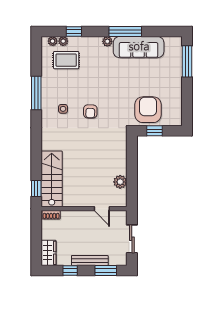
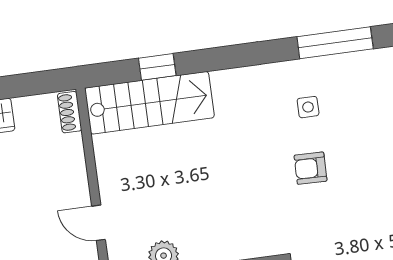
window: (36, 189) -> (157, 67), moved
door: (102, 209) -> (99, 223), hinge flipped

